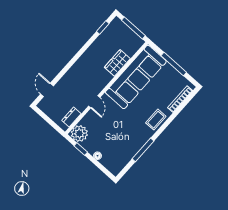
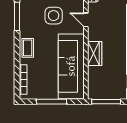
wardrobe: (117, 63) -> (95, 54), moved
side table: (115, 126) -> (54, 16), added

